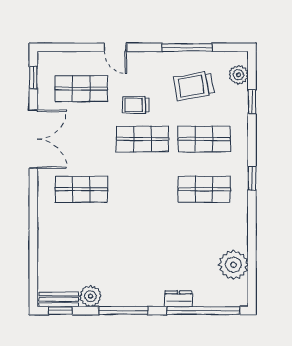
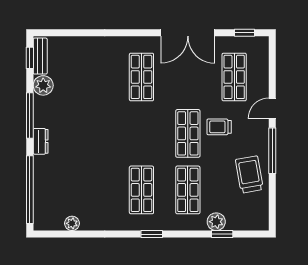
window: (187, 47) -> (272, 151), moved
plant: (239, 75) -> (216, 222), moved
trolley: (194, 86) -> (249, 174), moved
trolley: (136, 105) -> (219, 127), turned -90
plant: (233, 265) -> (72, 223), width x0.53, depth x0.53
dresser: (178, 299) -> (41, 141), moved

